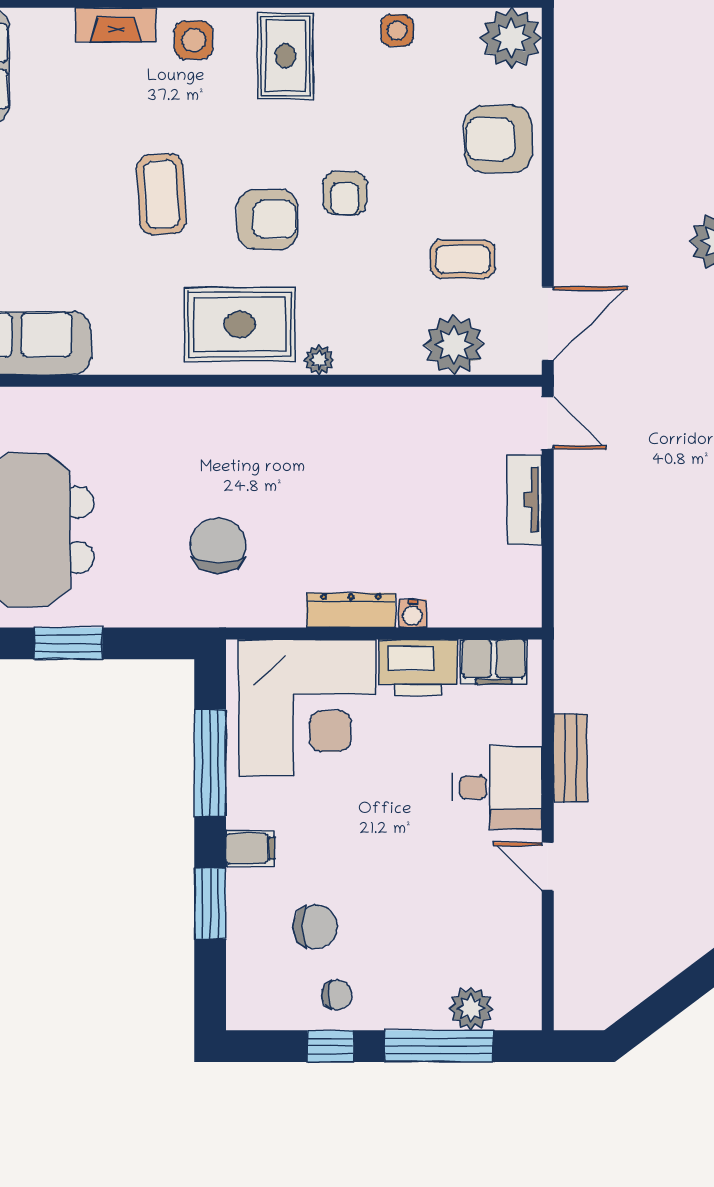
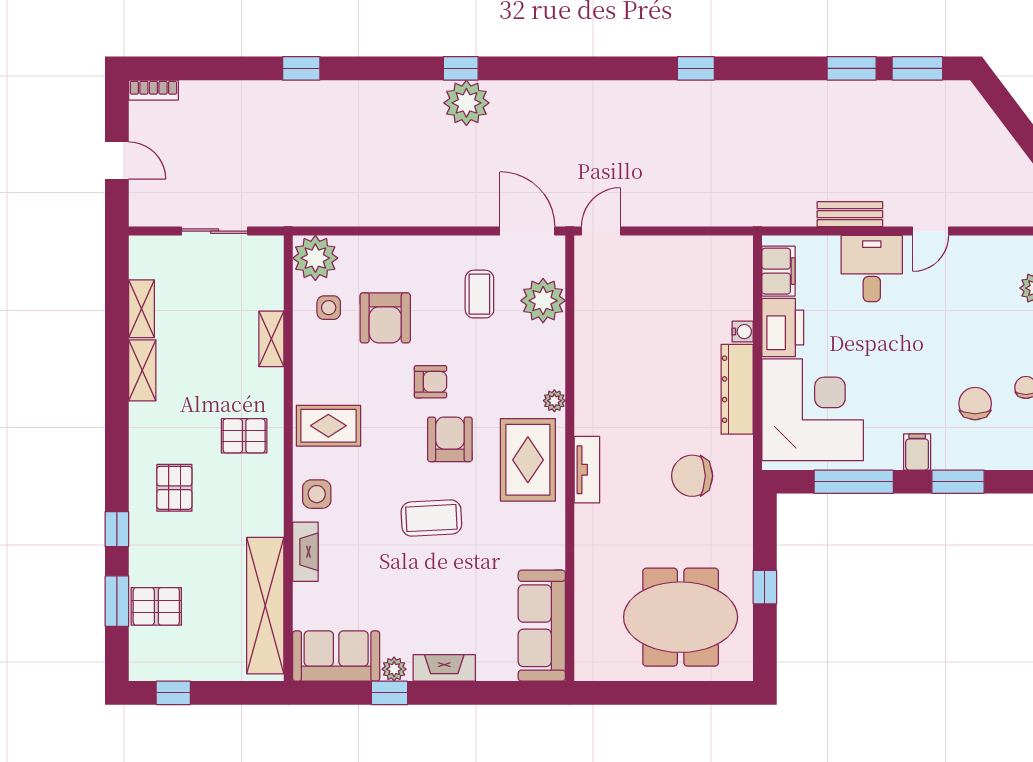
side table: (397, 31) -> (329, 308), moved
armchair: (498, 139) -> (385, 318), moved
tv unit: (525, 500) -> (587, 470), moved, turned -90
dresser: (351, 610) -> (737, 389), width x1.37, depth x1.24
window: (68, 643) -> (765, 587), width x0.67

